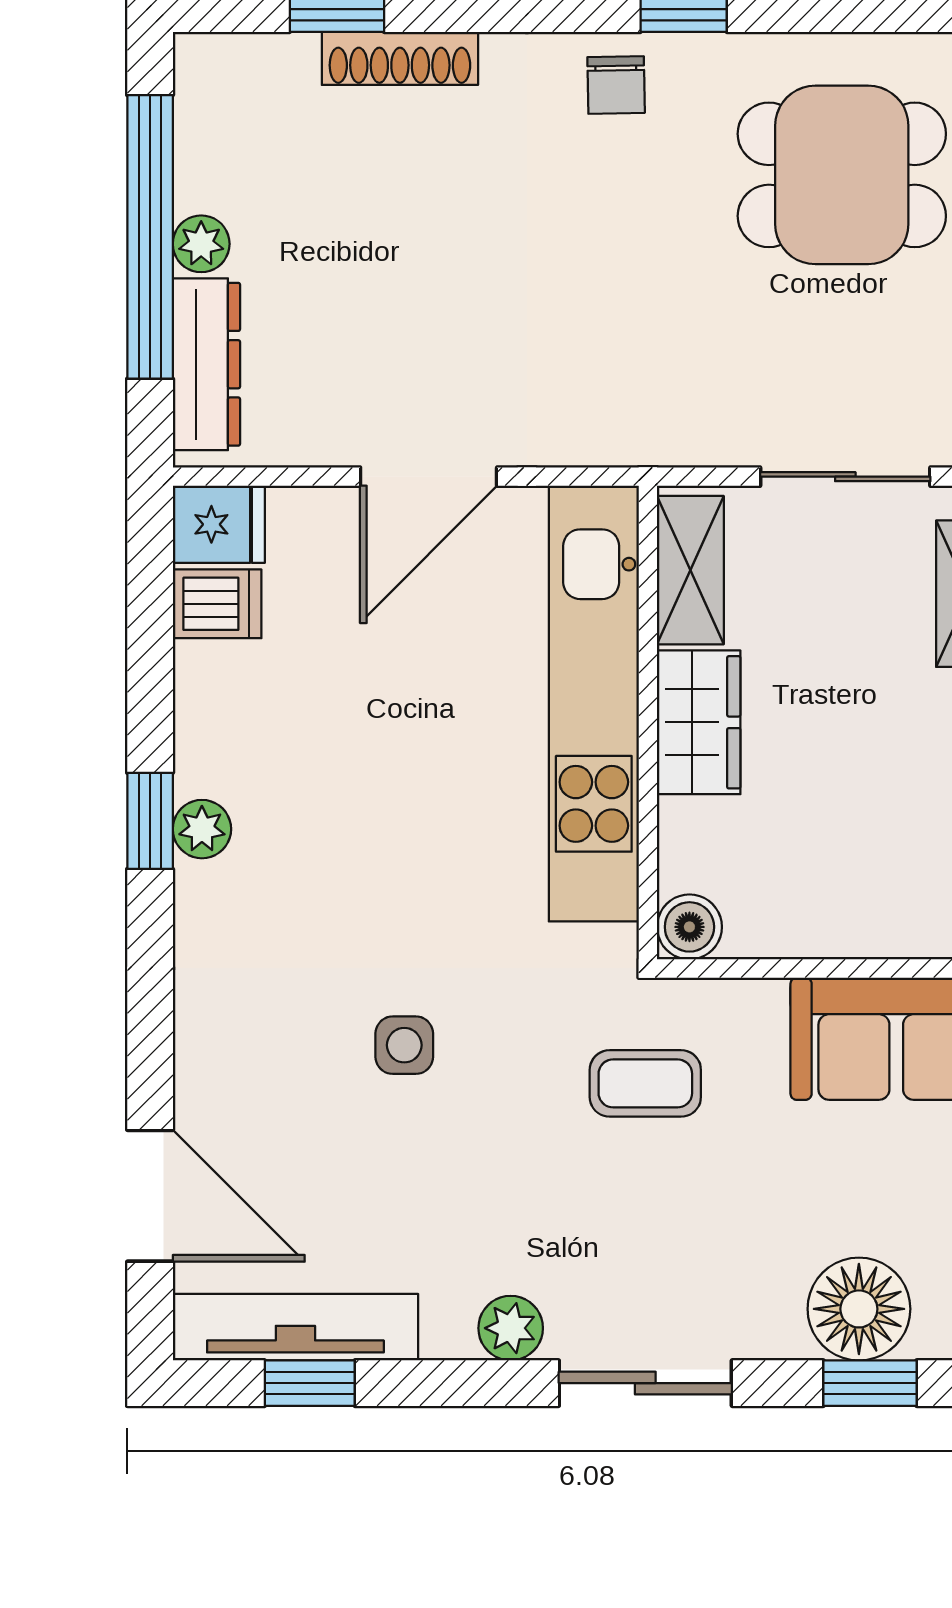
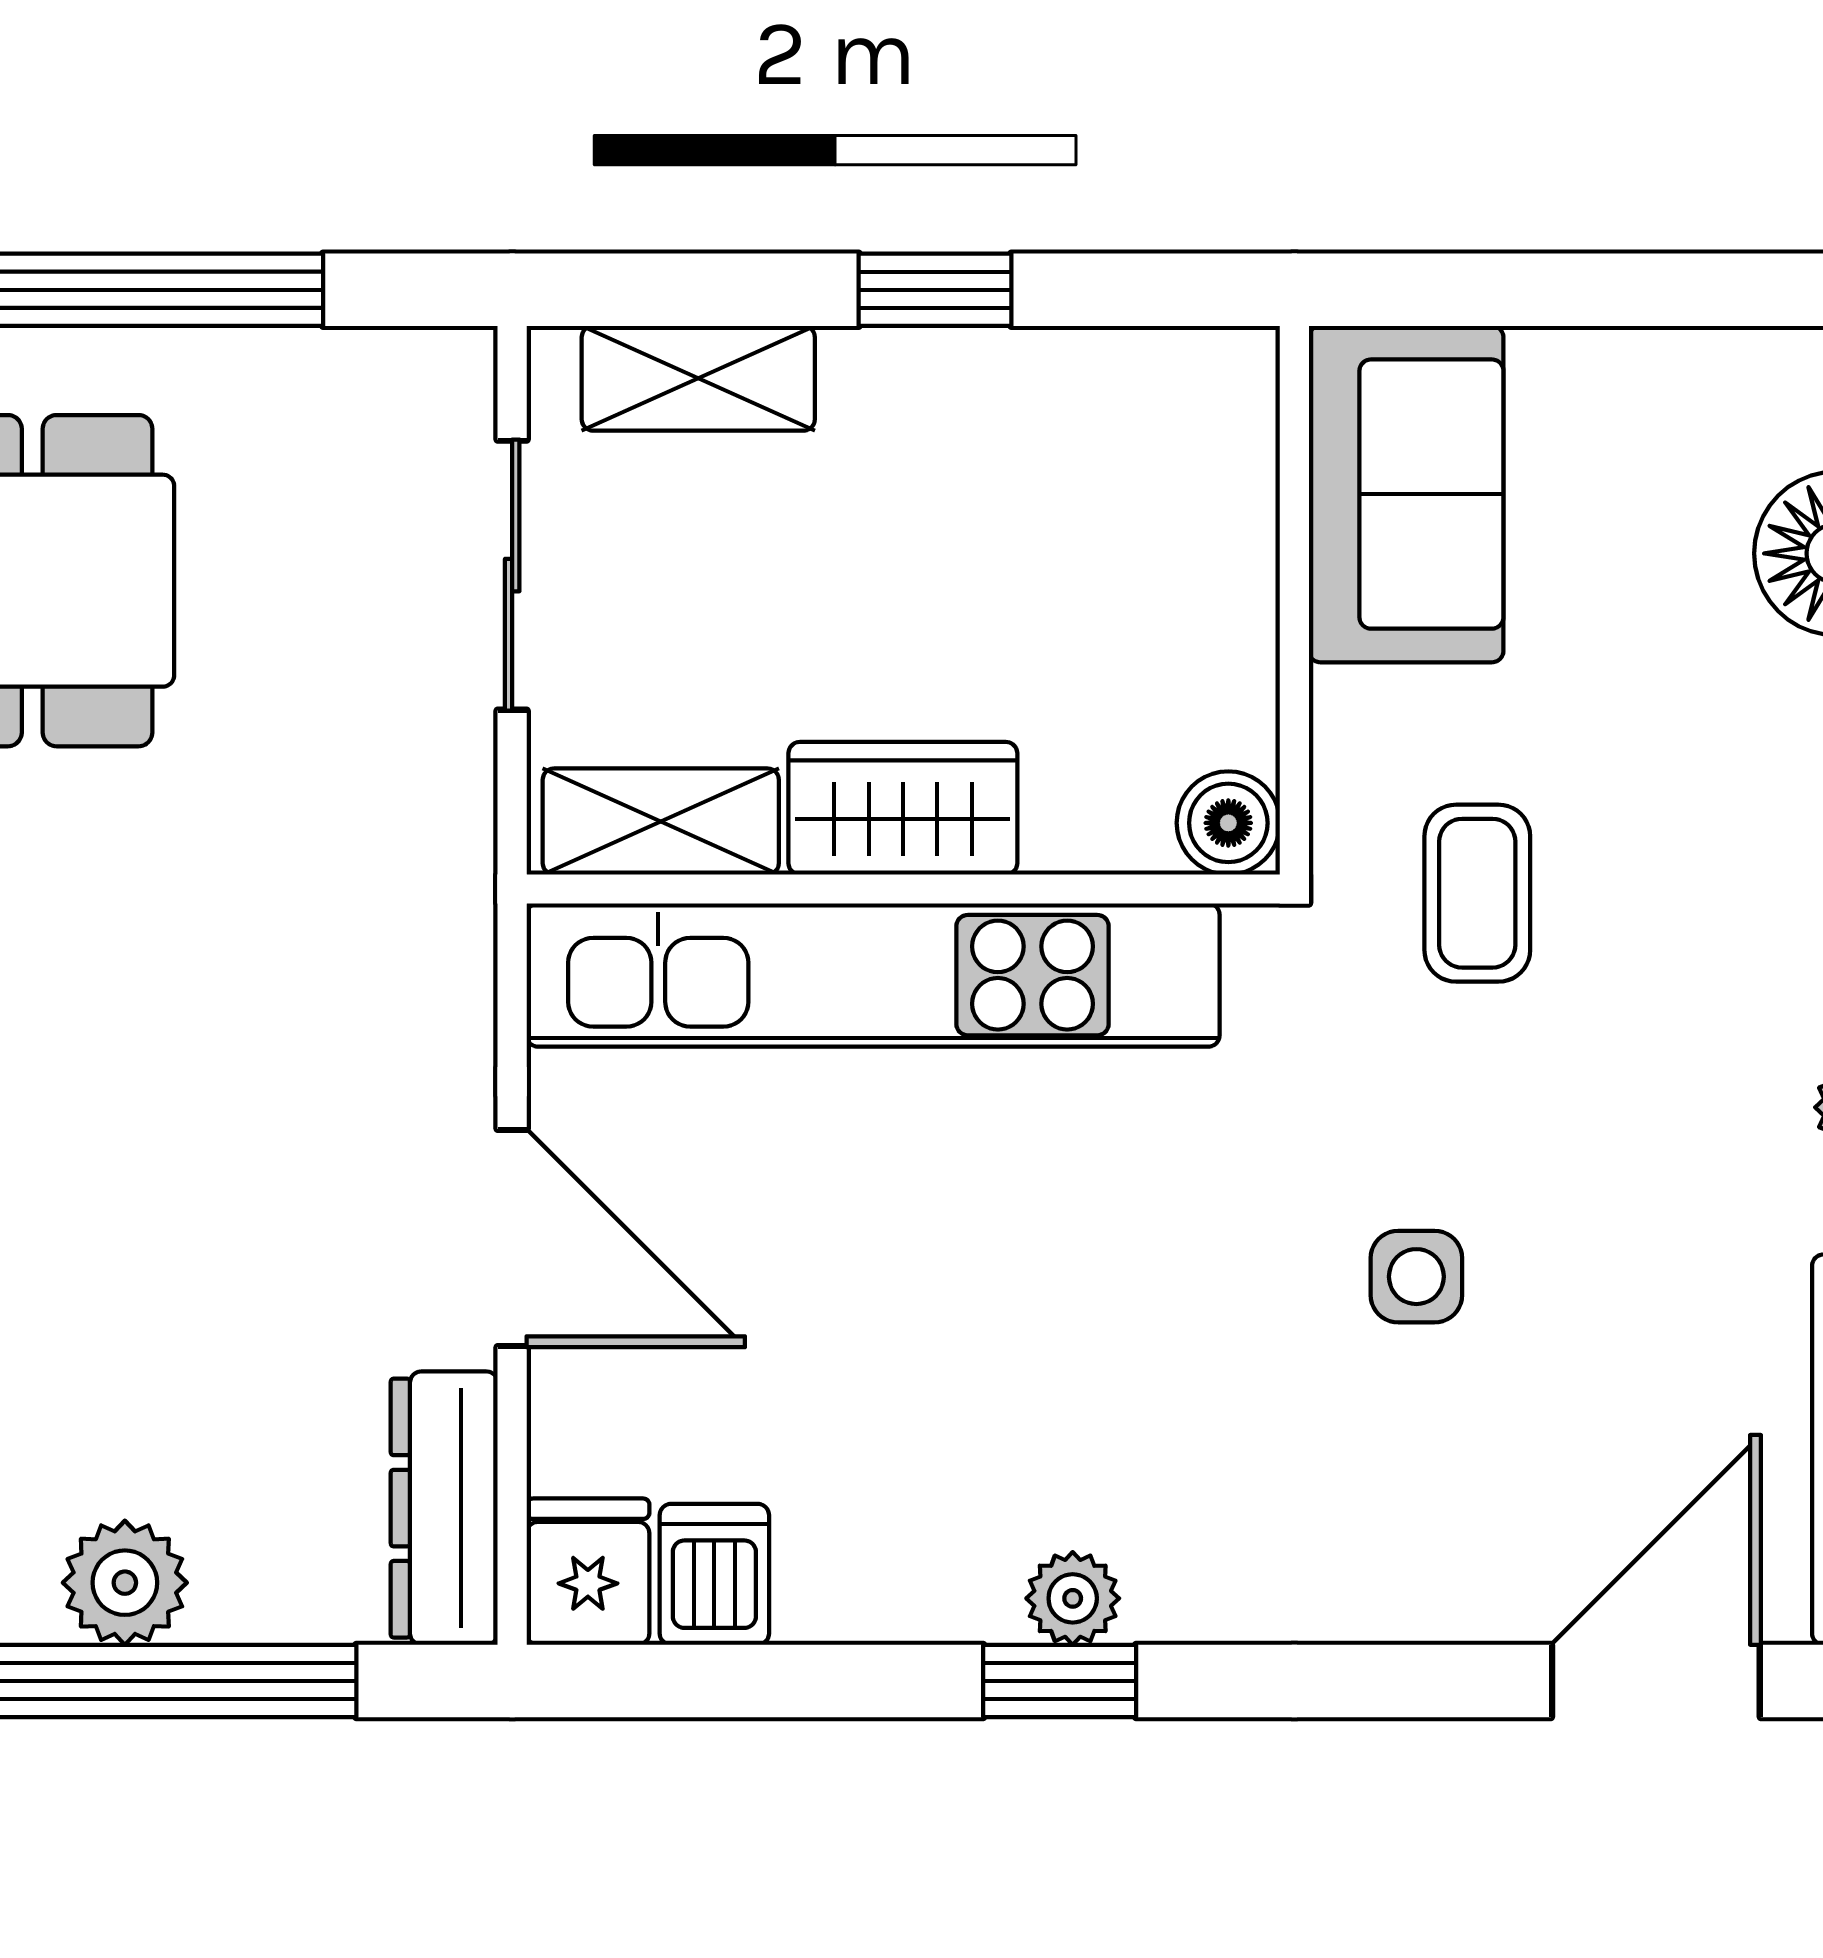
plant: (201, 244) -> (125, 1583), width x1.38, depth x1.38
dresser: (206, 364) -> (444, 1508), moved, turned -90

